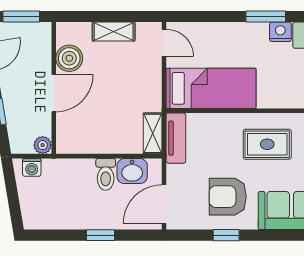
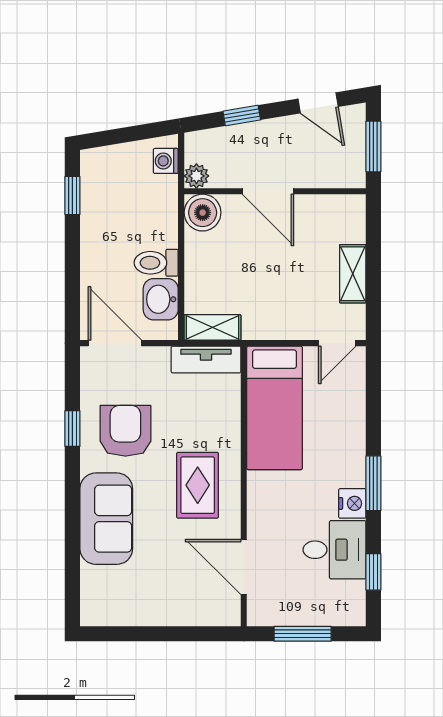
boiler: (69, 58) -> (203, 213), moved
window: (101, 235) -> (72, 195), moved

